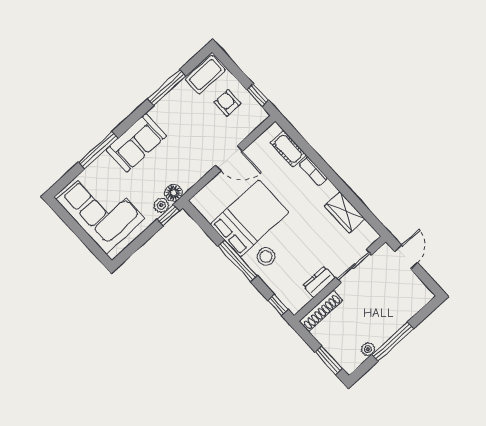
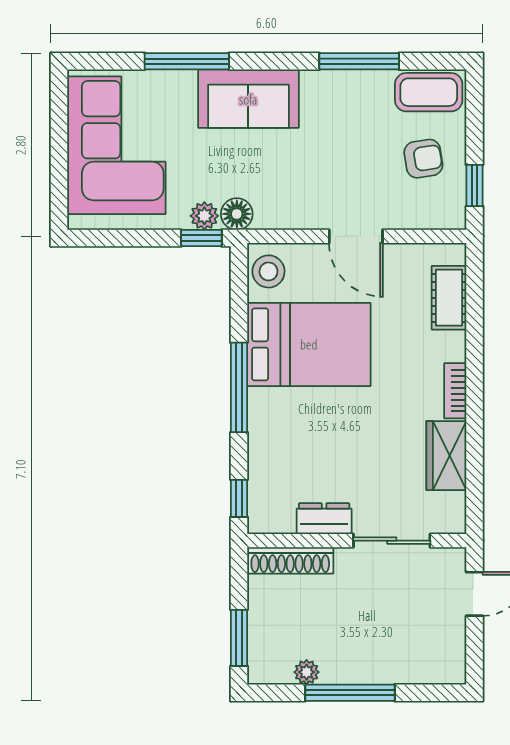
armchair: (227, 103) -> (423, 159), turned 81
bookcase: (313, 171) -> (455, 391), moved
stool: (266, 256) -> (268, 271), moved

